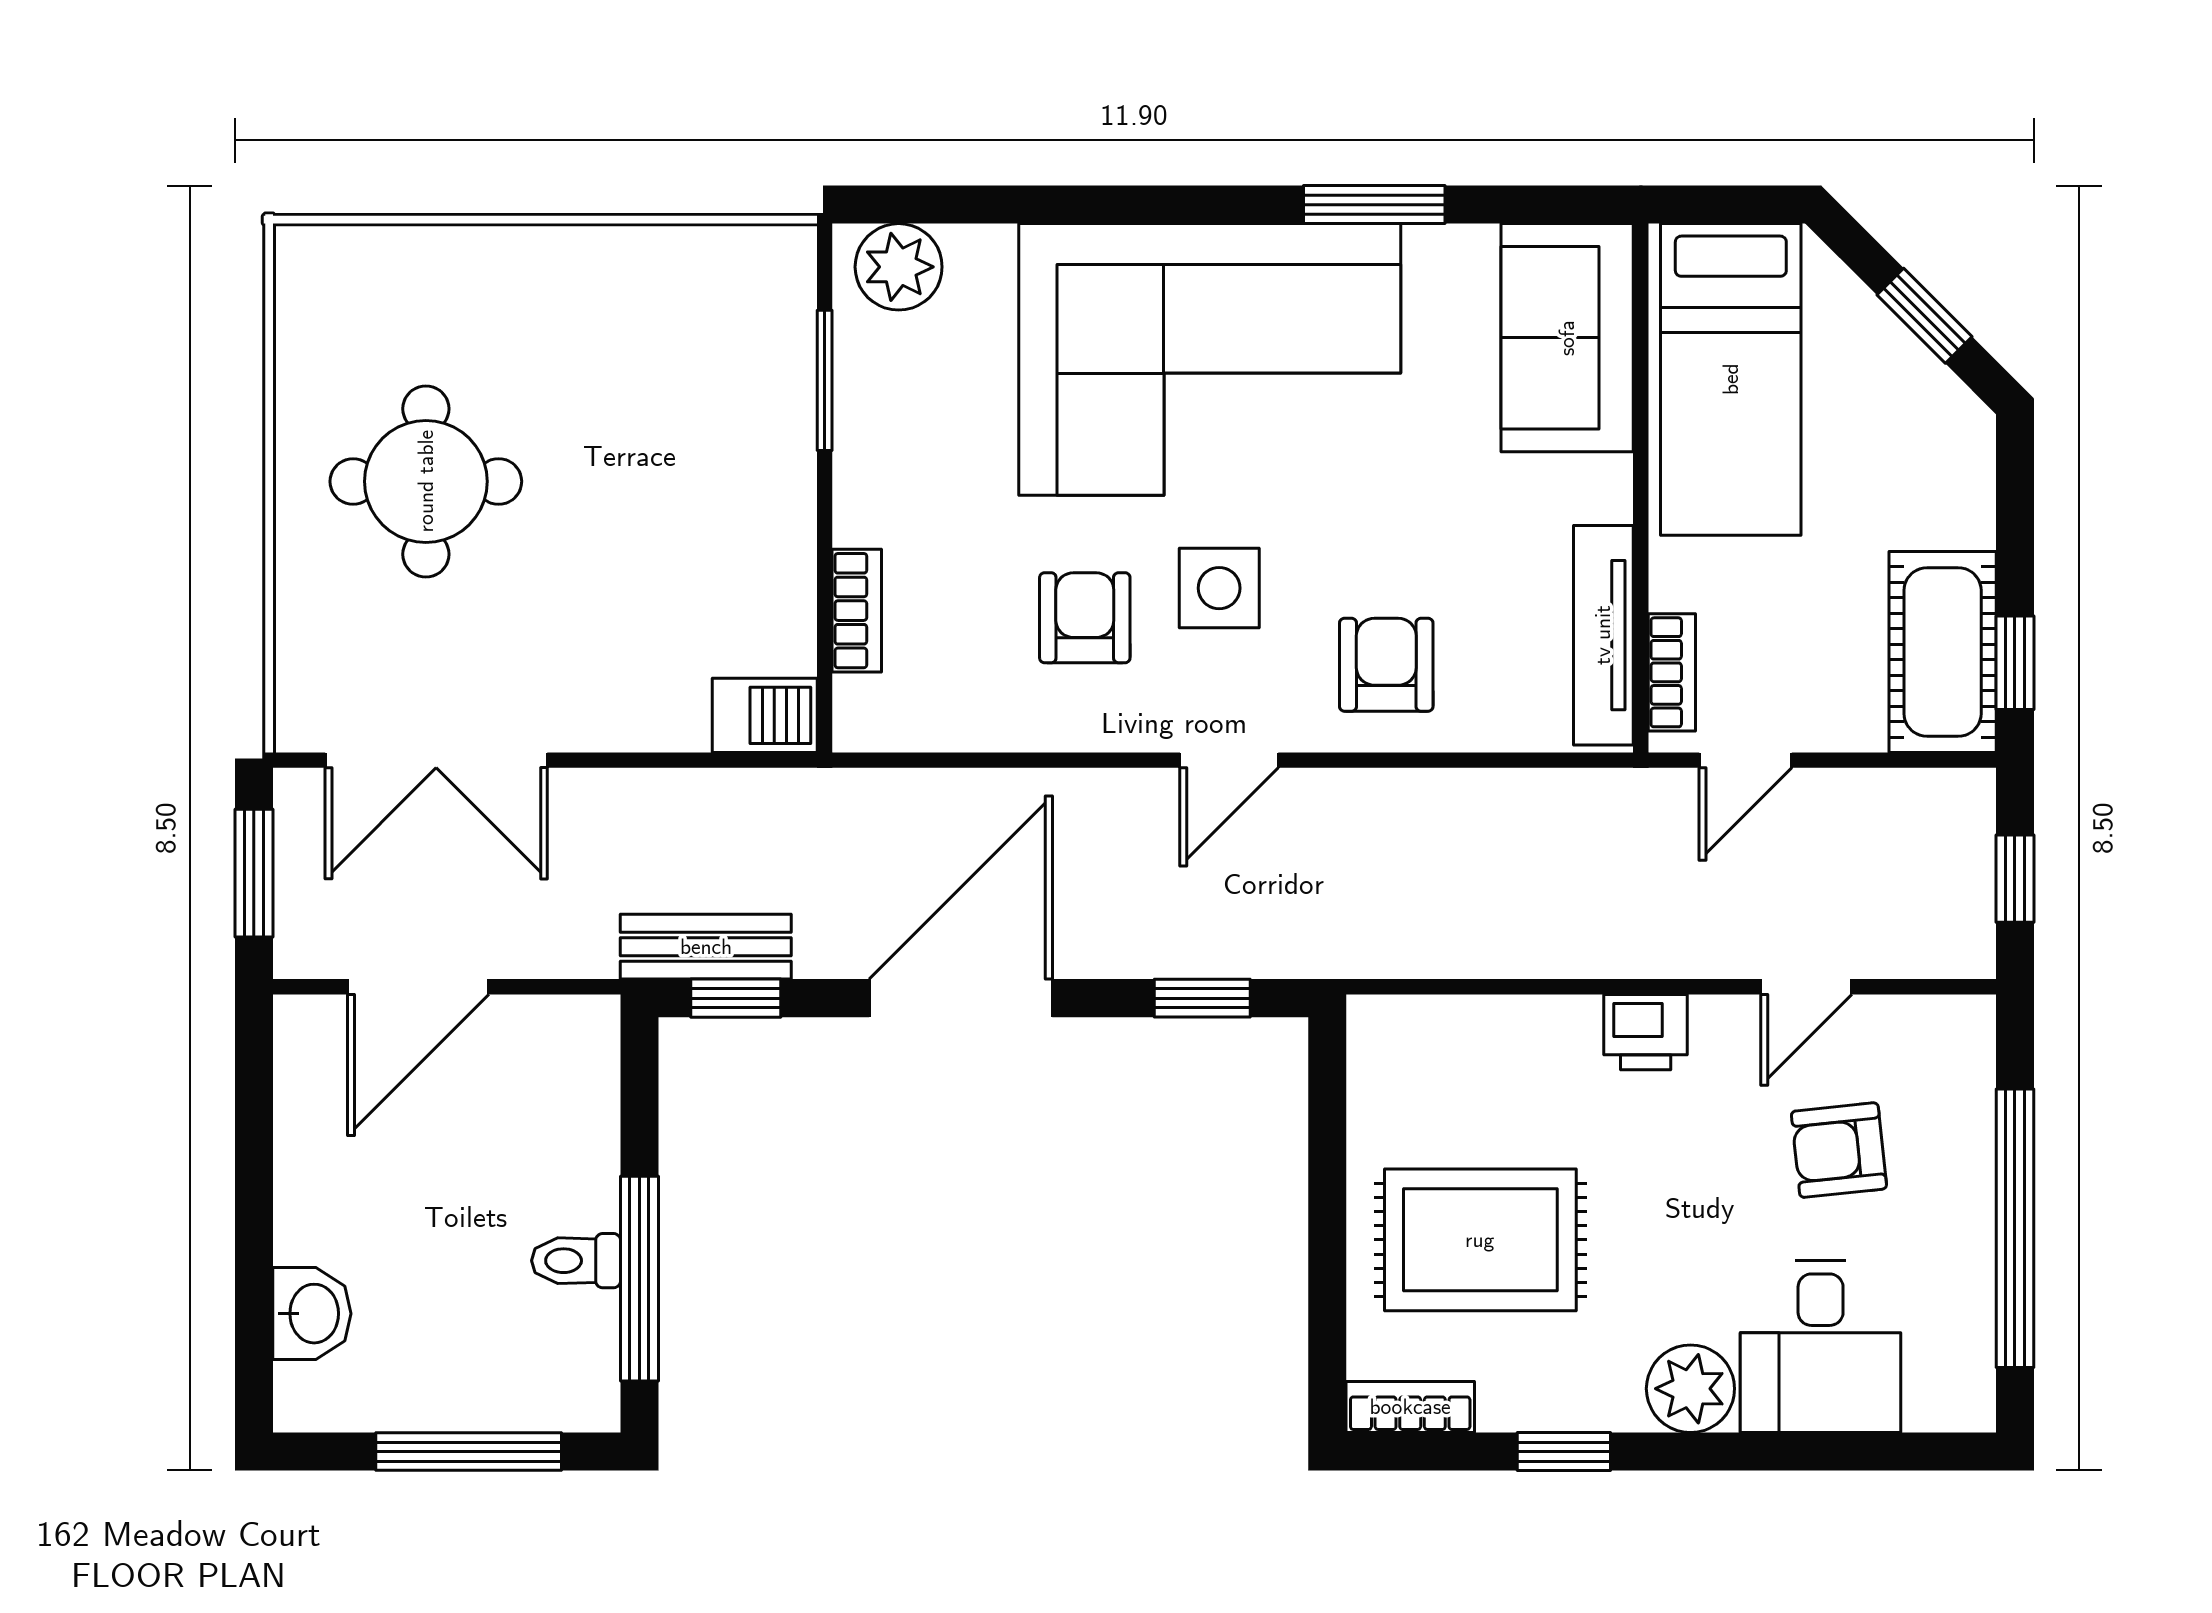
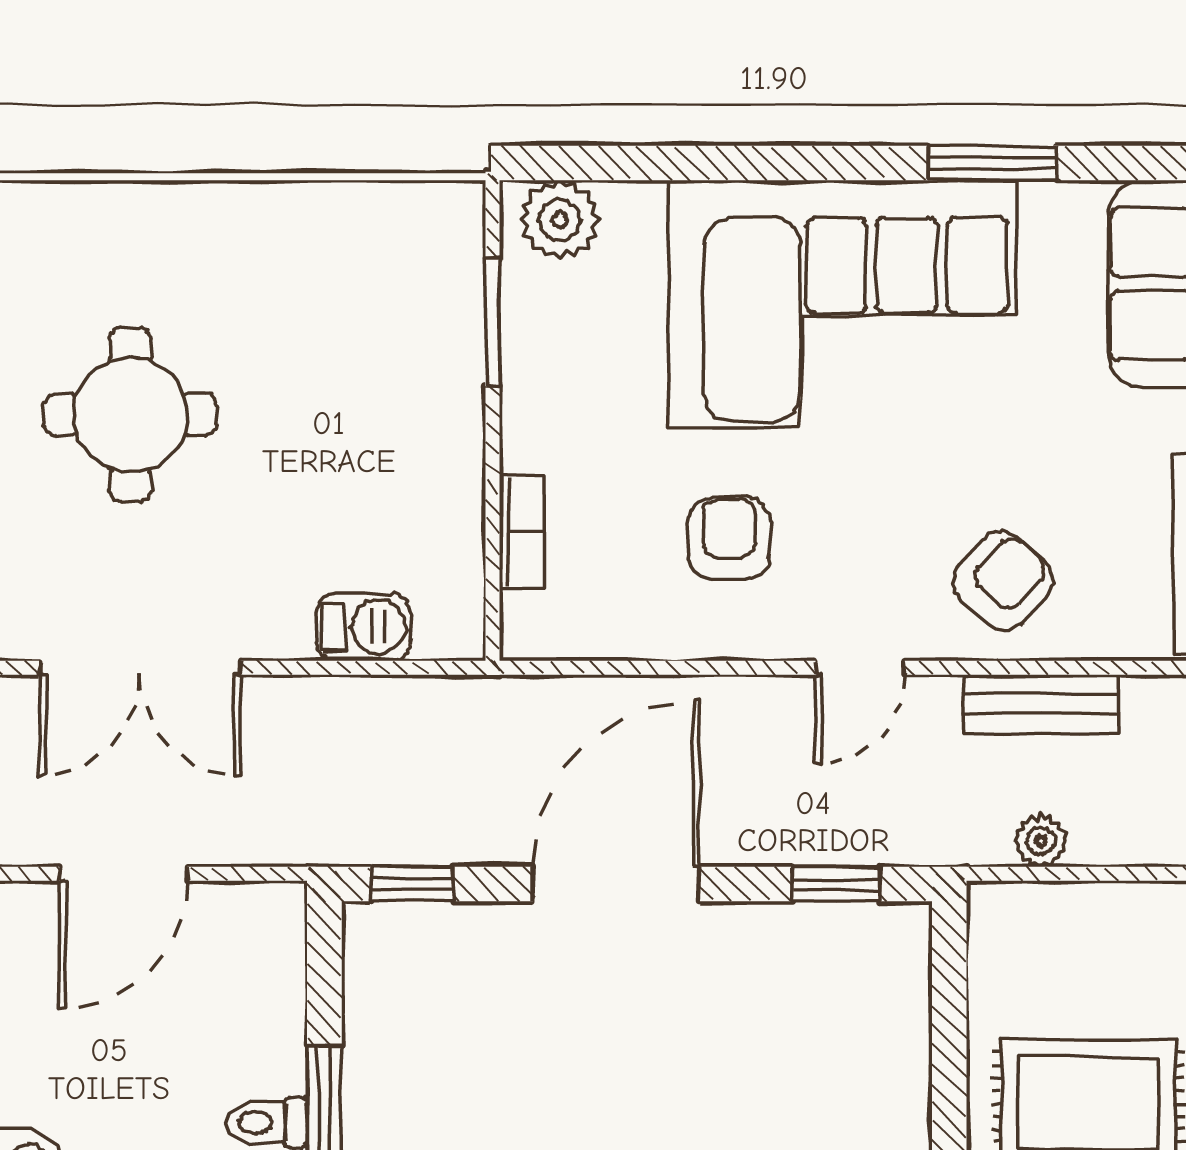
side table: (1219, 588) -> (851, 511), removed
armchair: (1386, 665) -> (1003, 581), turned 42
barbecue: (765, 715) -> (364, 627), moved
bench: (706, 947) -> (1041, 704), moved
plant: (1428, 951) -> (1041, 841), added

